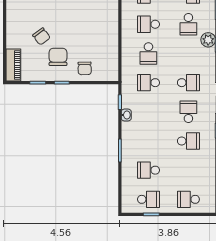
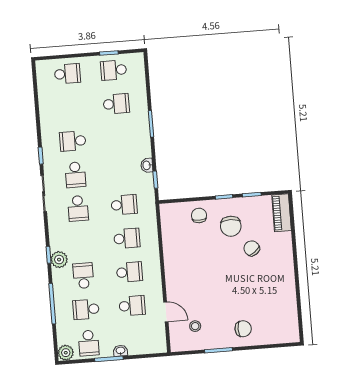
school desk: (148, 53) -> (127, 238), turned 90
school desk: (188, 83) -> (78, 208), turned -90

